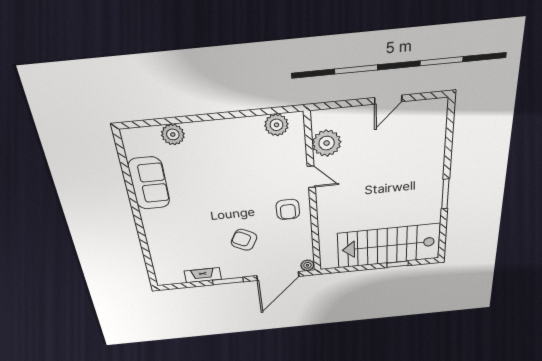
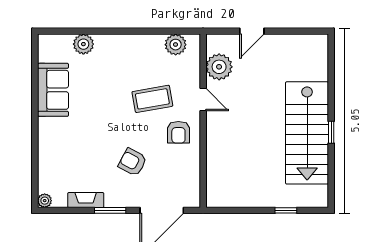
door: (388, 100) -> (252, 31), moved
coffee table: (257, 181) -> (152, 99), added
window: (445, 194) -> (331, 132), width x0.67
stairs: (389, 246) -> (307, 133), moved, turned -90
plant: (307, 265) -> (45, 201), moved

